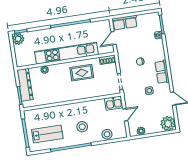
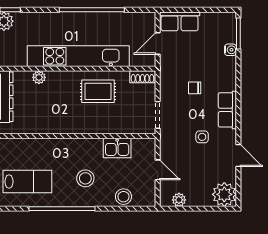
kitchen sink: (114, 103) -> (117, 148), moved
door: (125, 115) -> (158, 170), hinge flipped

